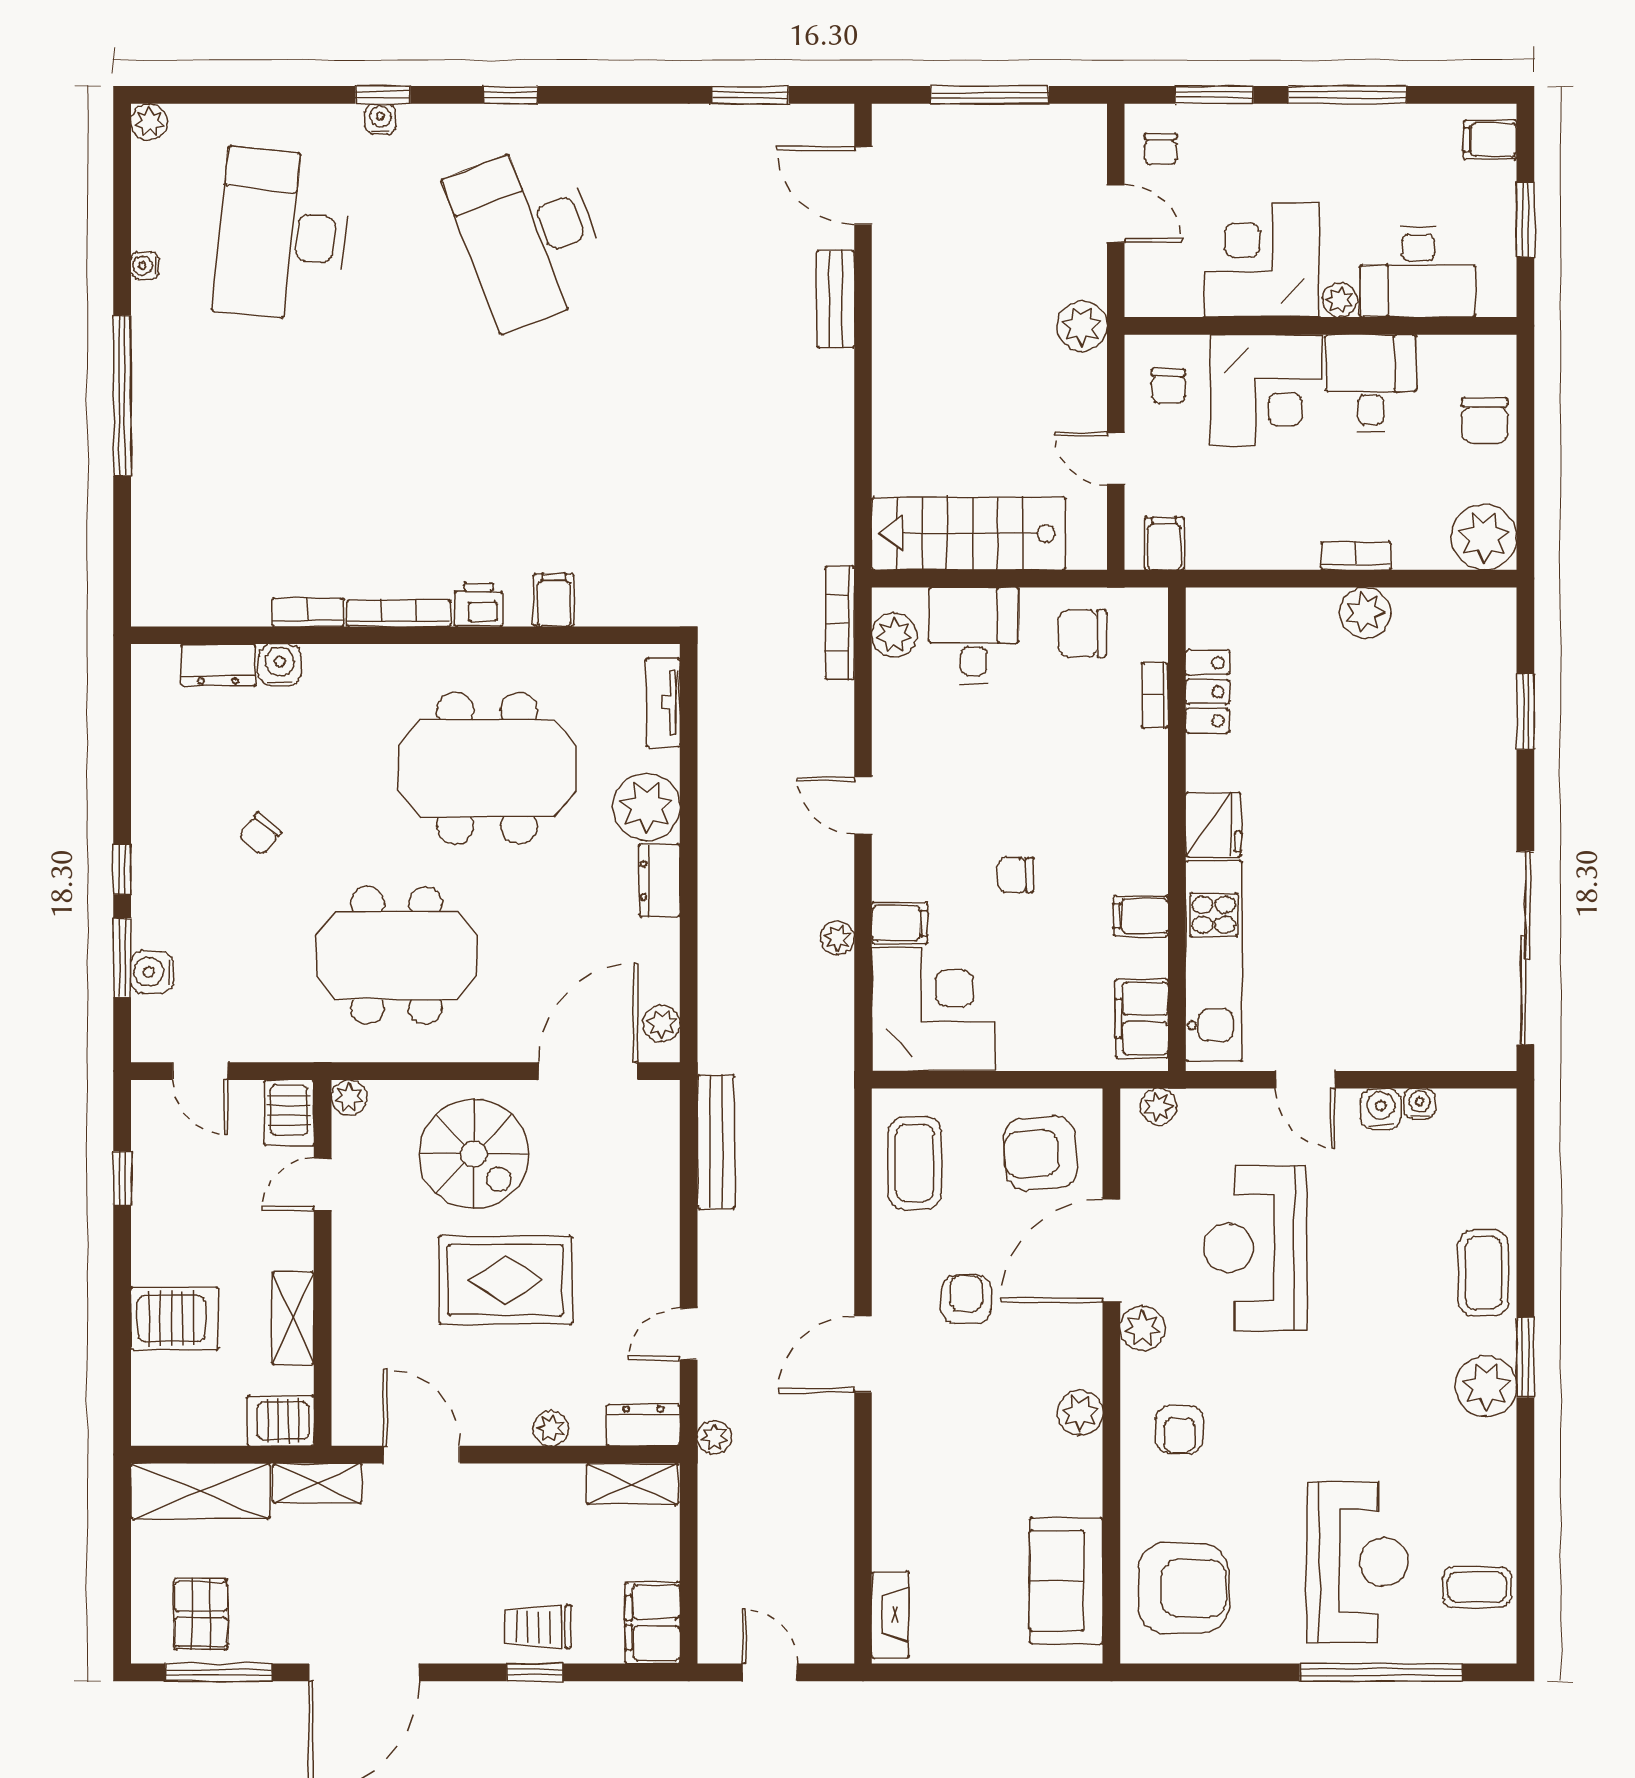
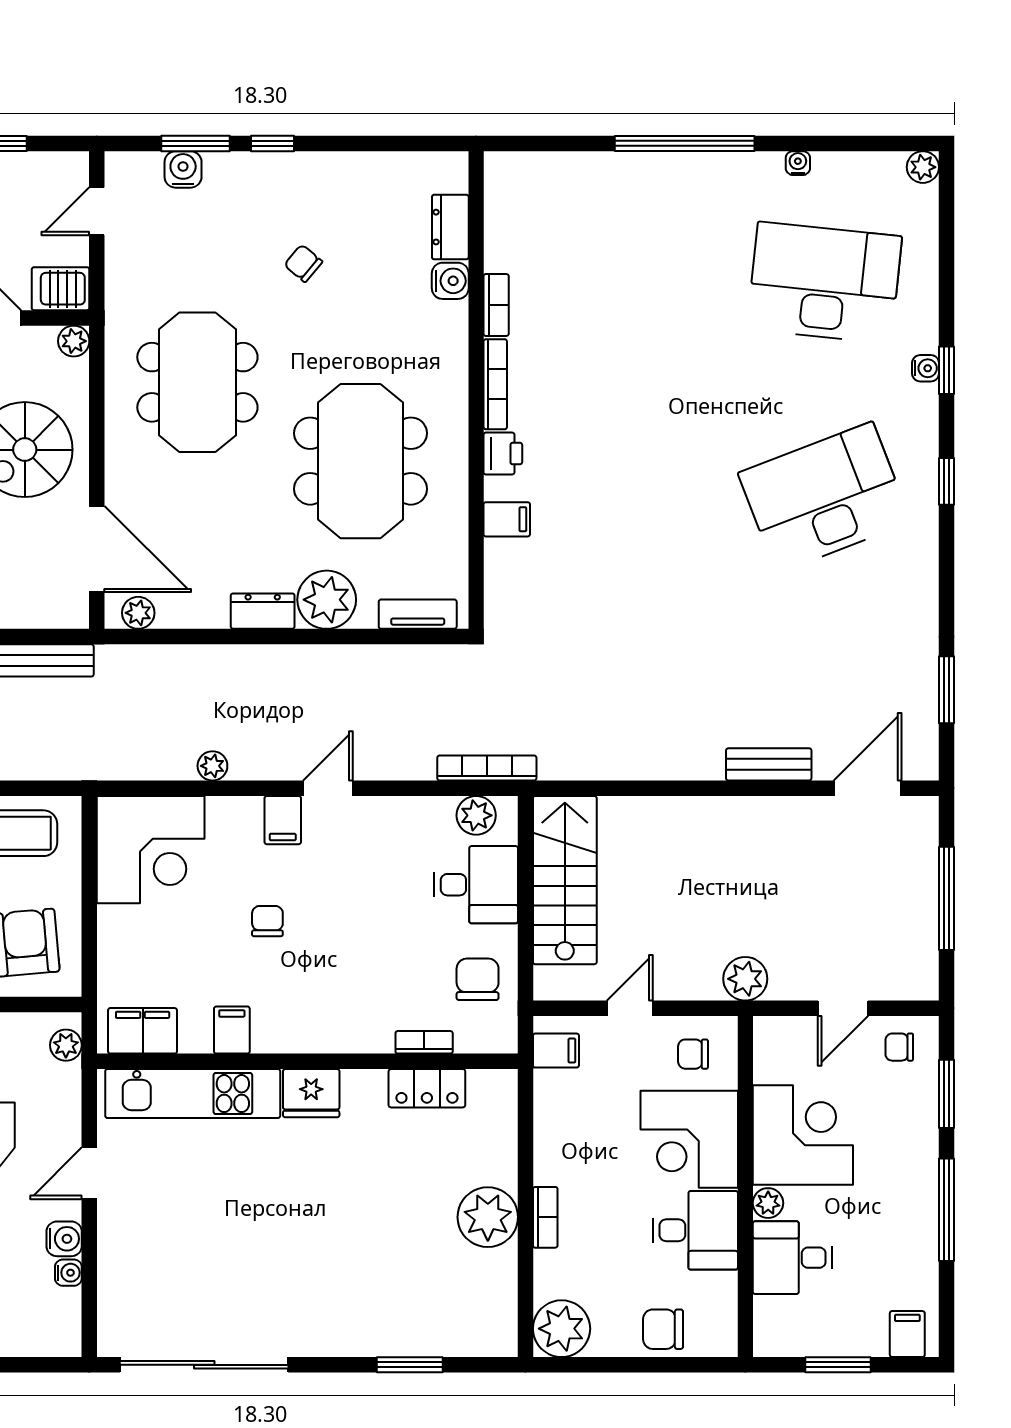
desk: (1418, 272) -> (792, 1258), width x0.73
plant: (1365, 613) -> (488, 1217), width x1.36, depth x1.36
filing cabinet: (900, 923) -> (283, 820), moved

